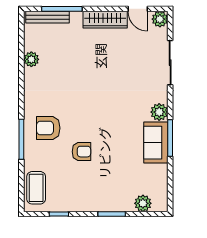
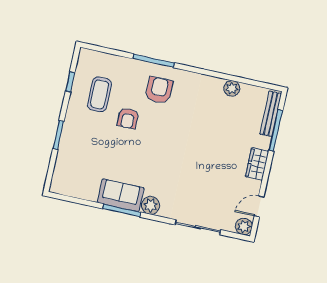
wardrobe: (105, 20) -> (257, 164), width x0.67
coffee table: (36, 188) -> (99, 94), moved, turned 90
plant: (143, 203) -> (62, 169), removed

